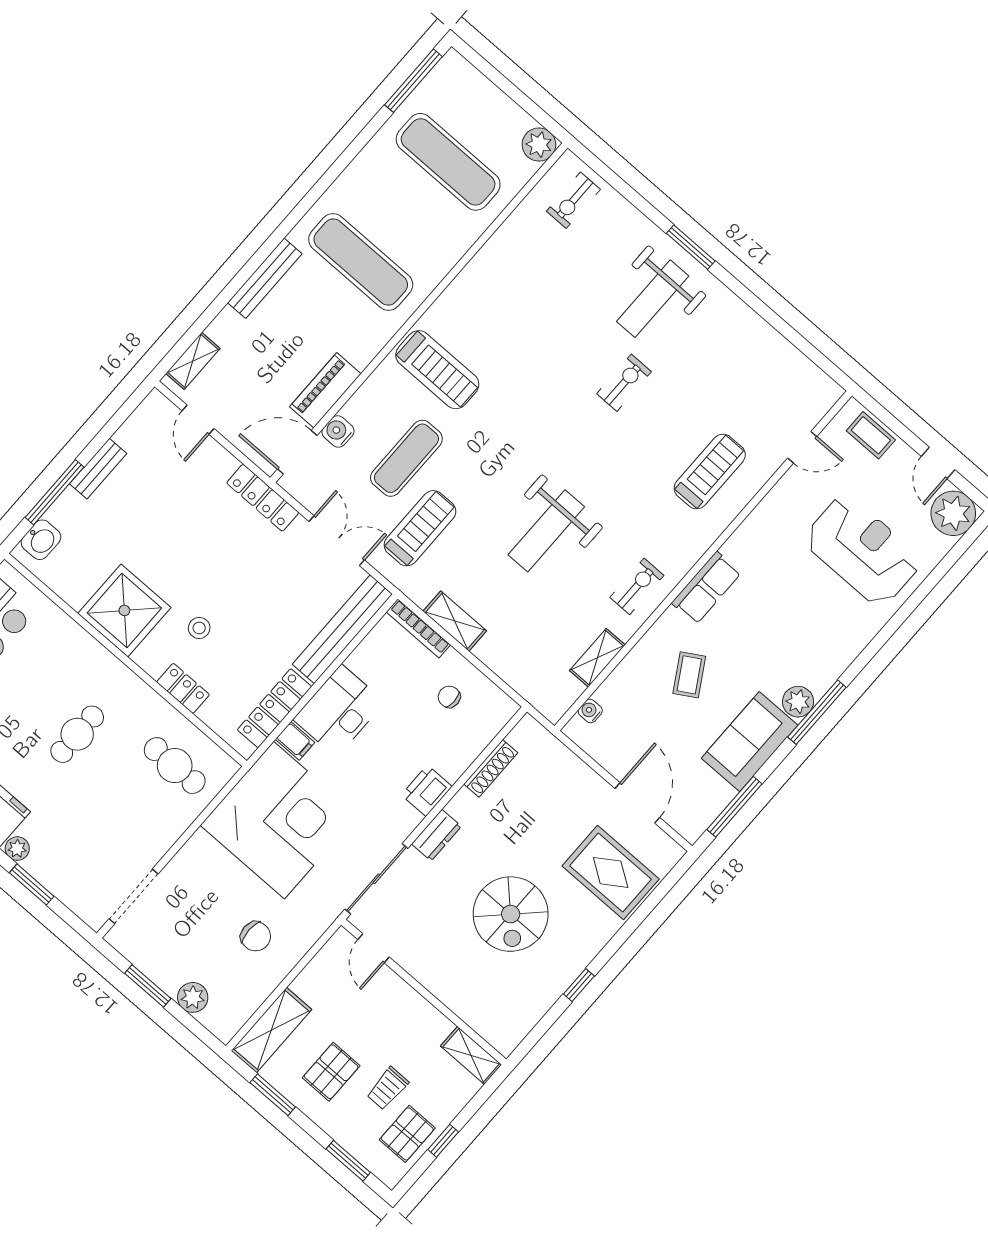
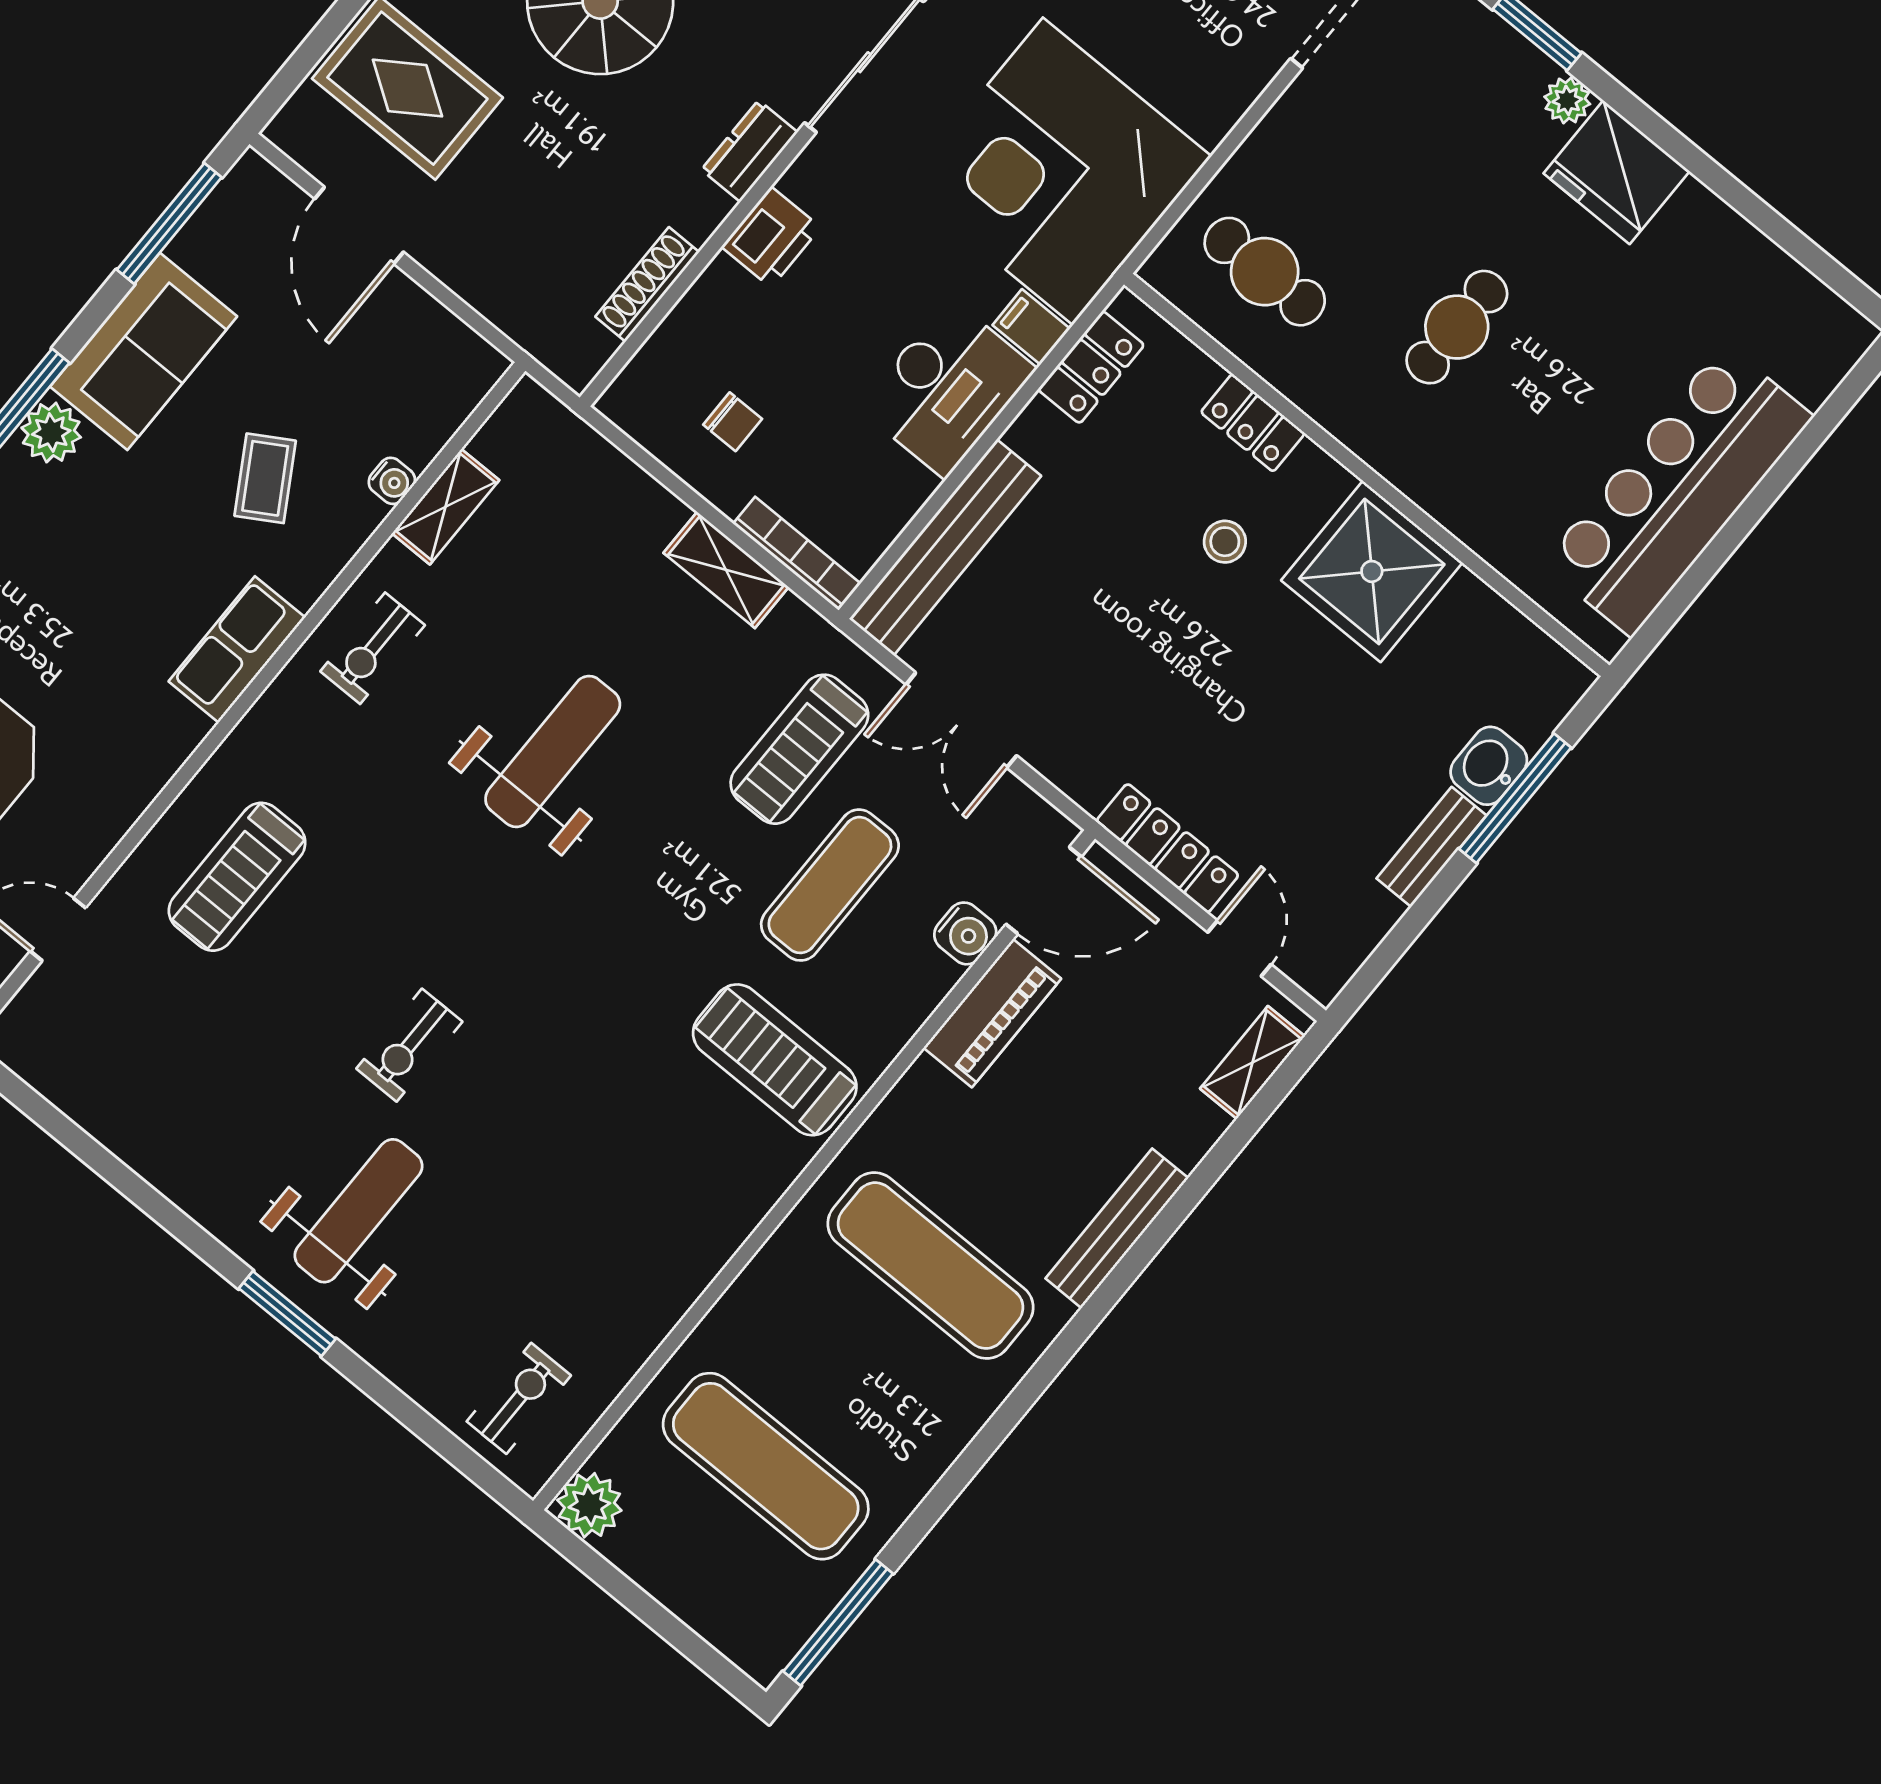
locker: (263, 498) -> (1167, 848), moved
washbasin: (41, 540) -> (1489, 766), moved
locker: (275, 708) -> (1091, 367), width x0.66
water cooler: (590, 711) -> (392, 481), moved

